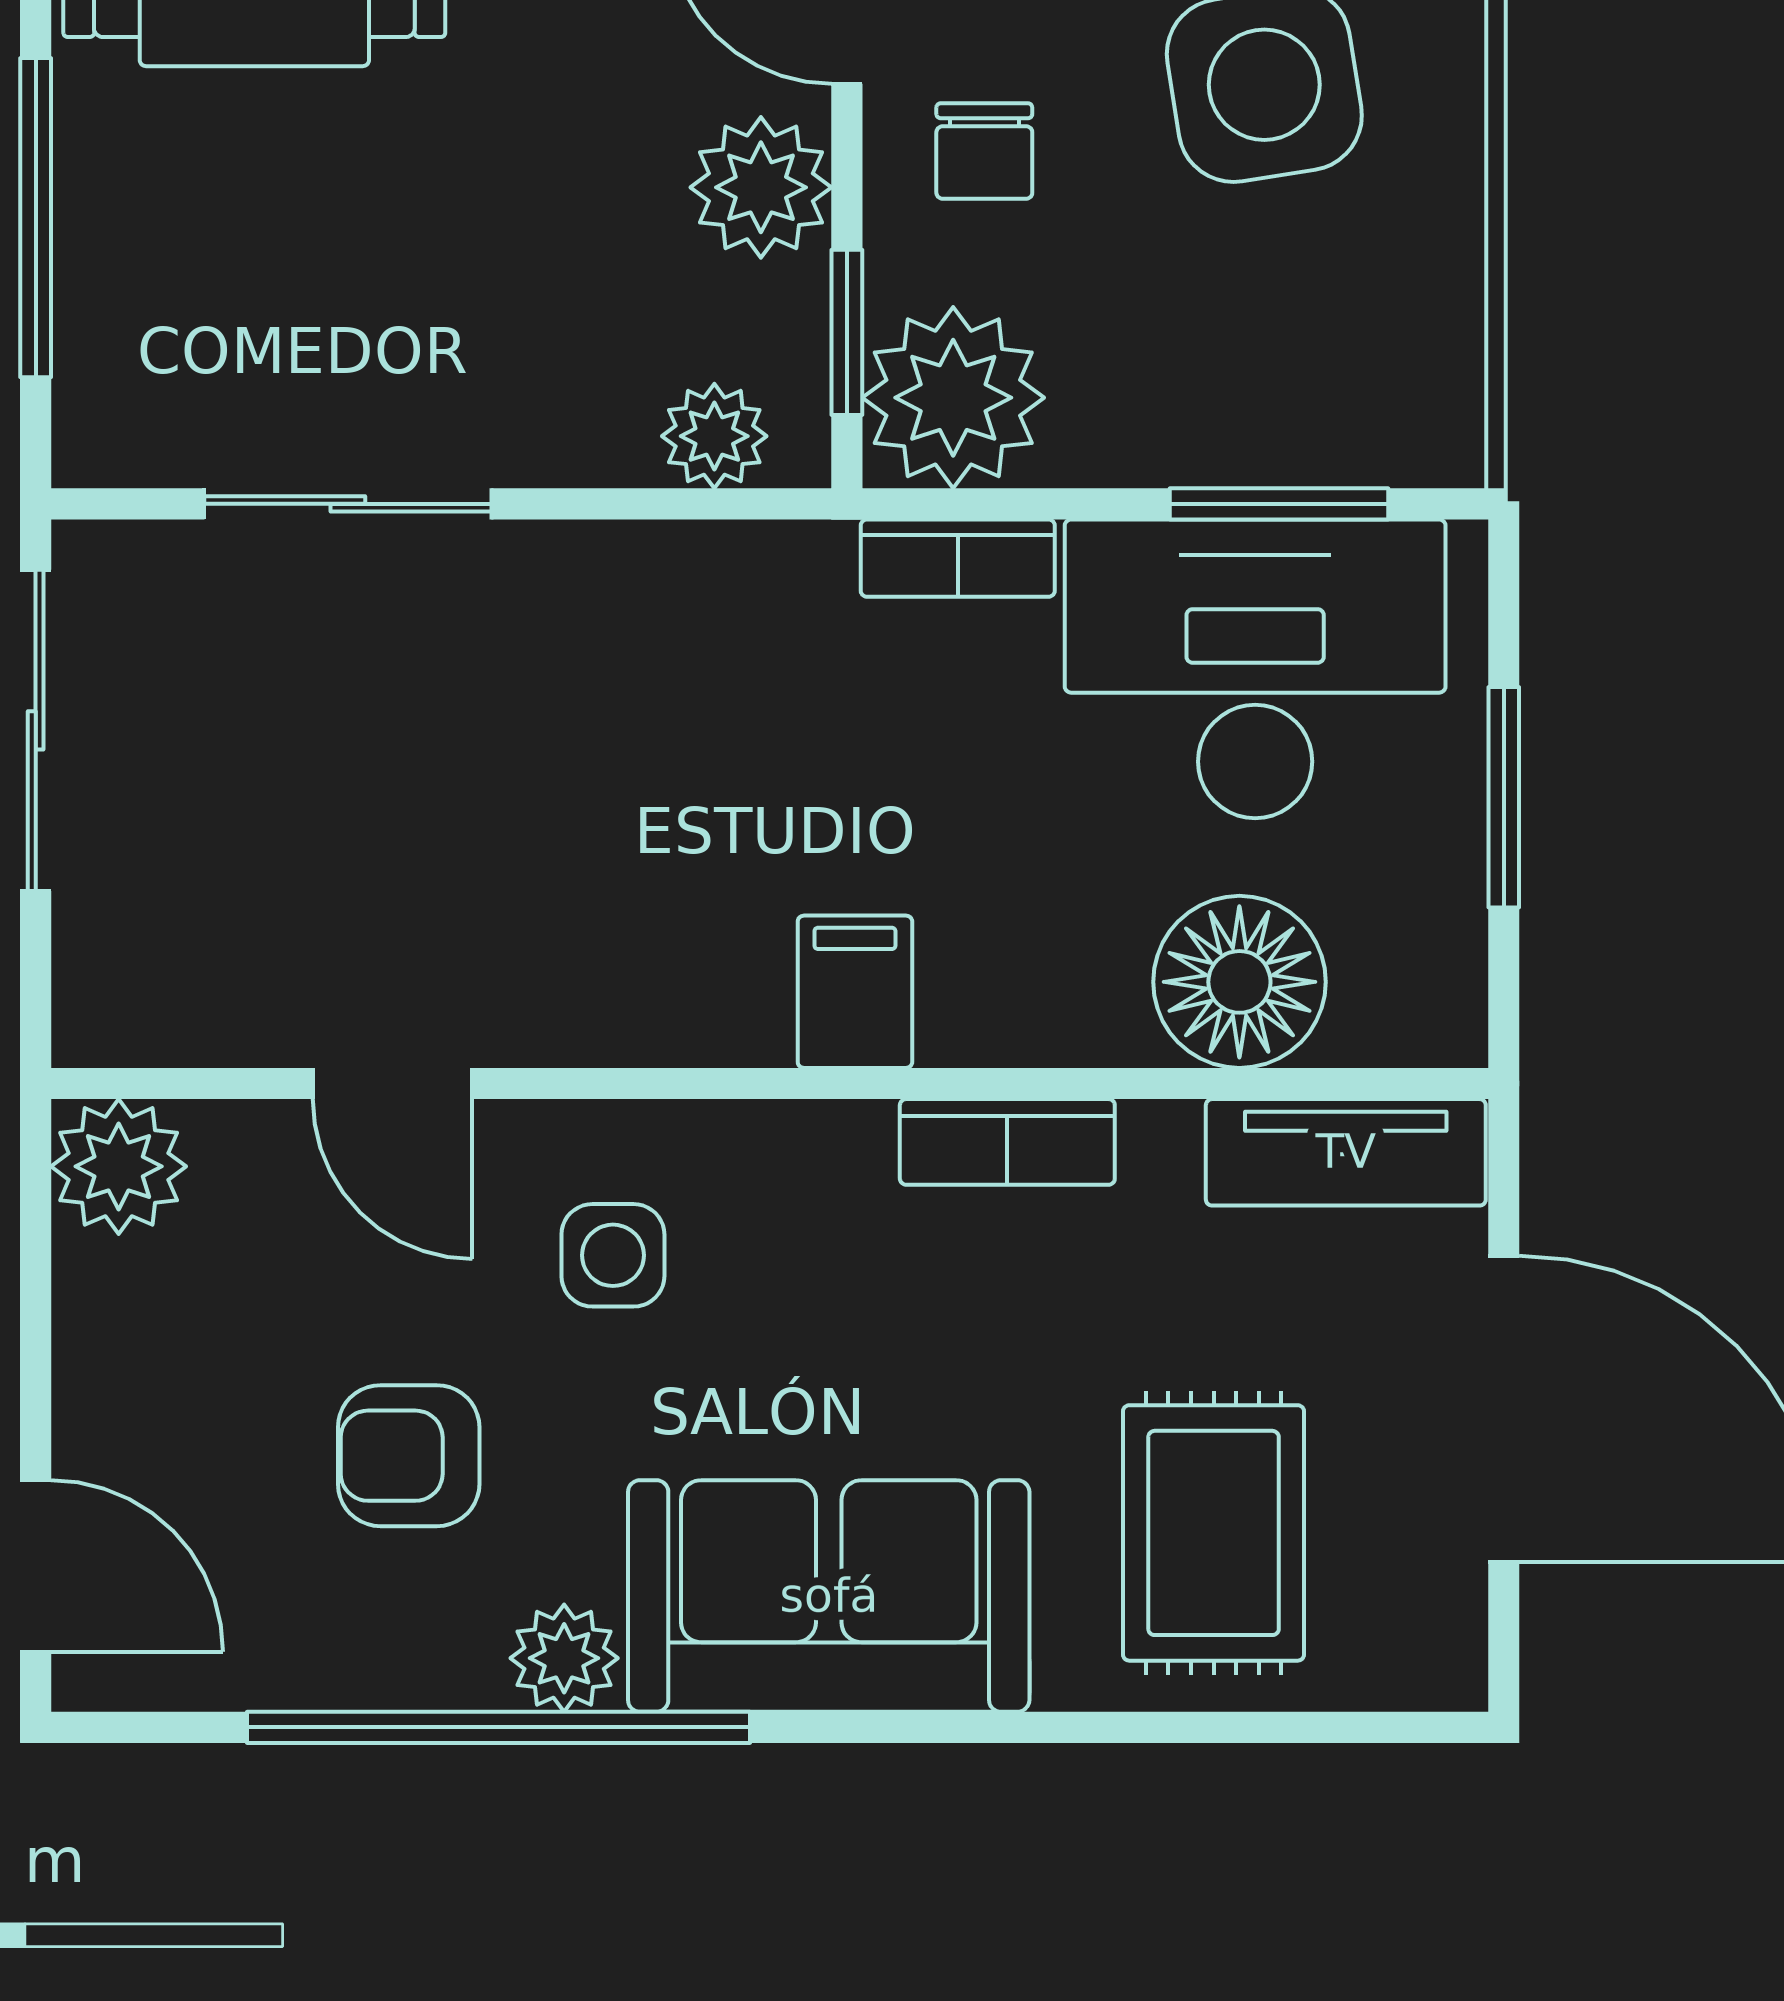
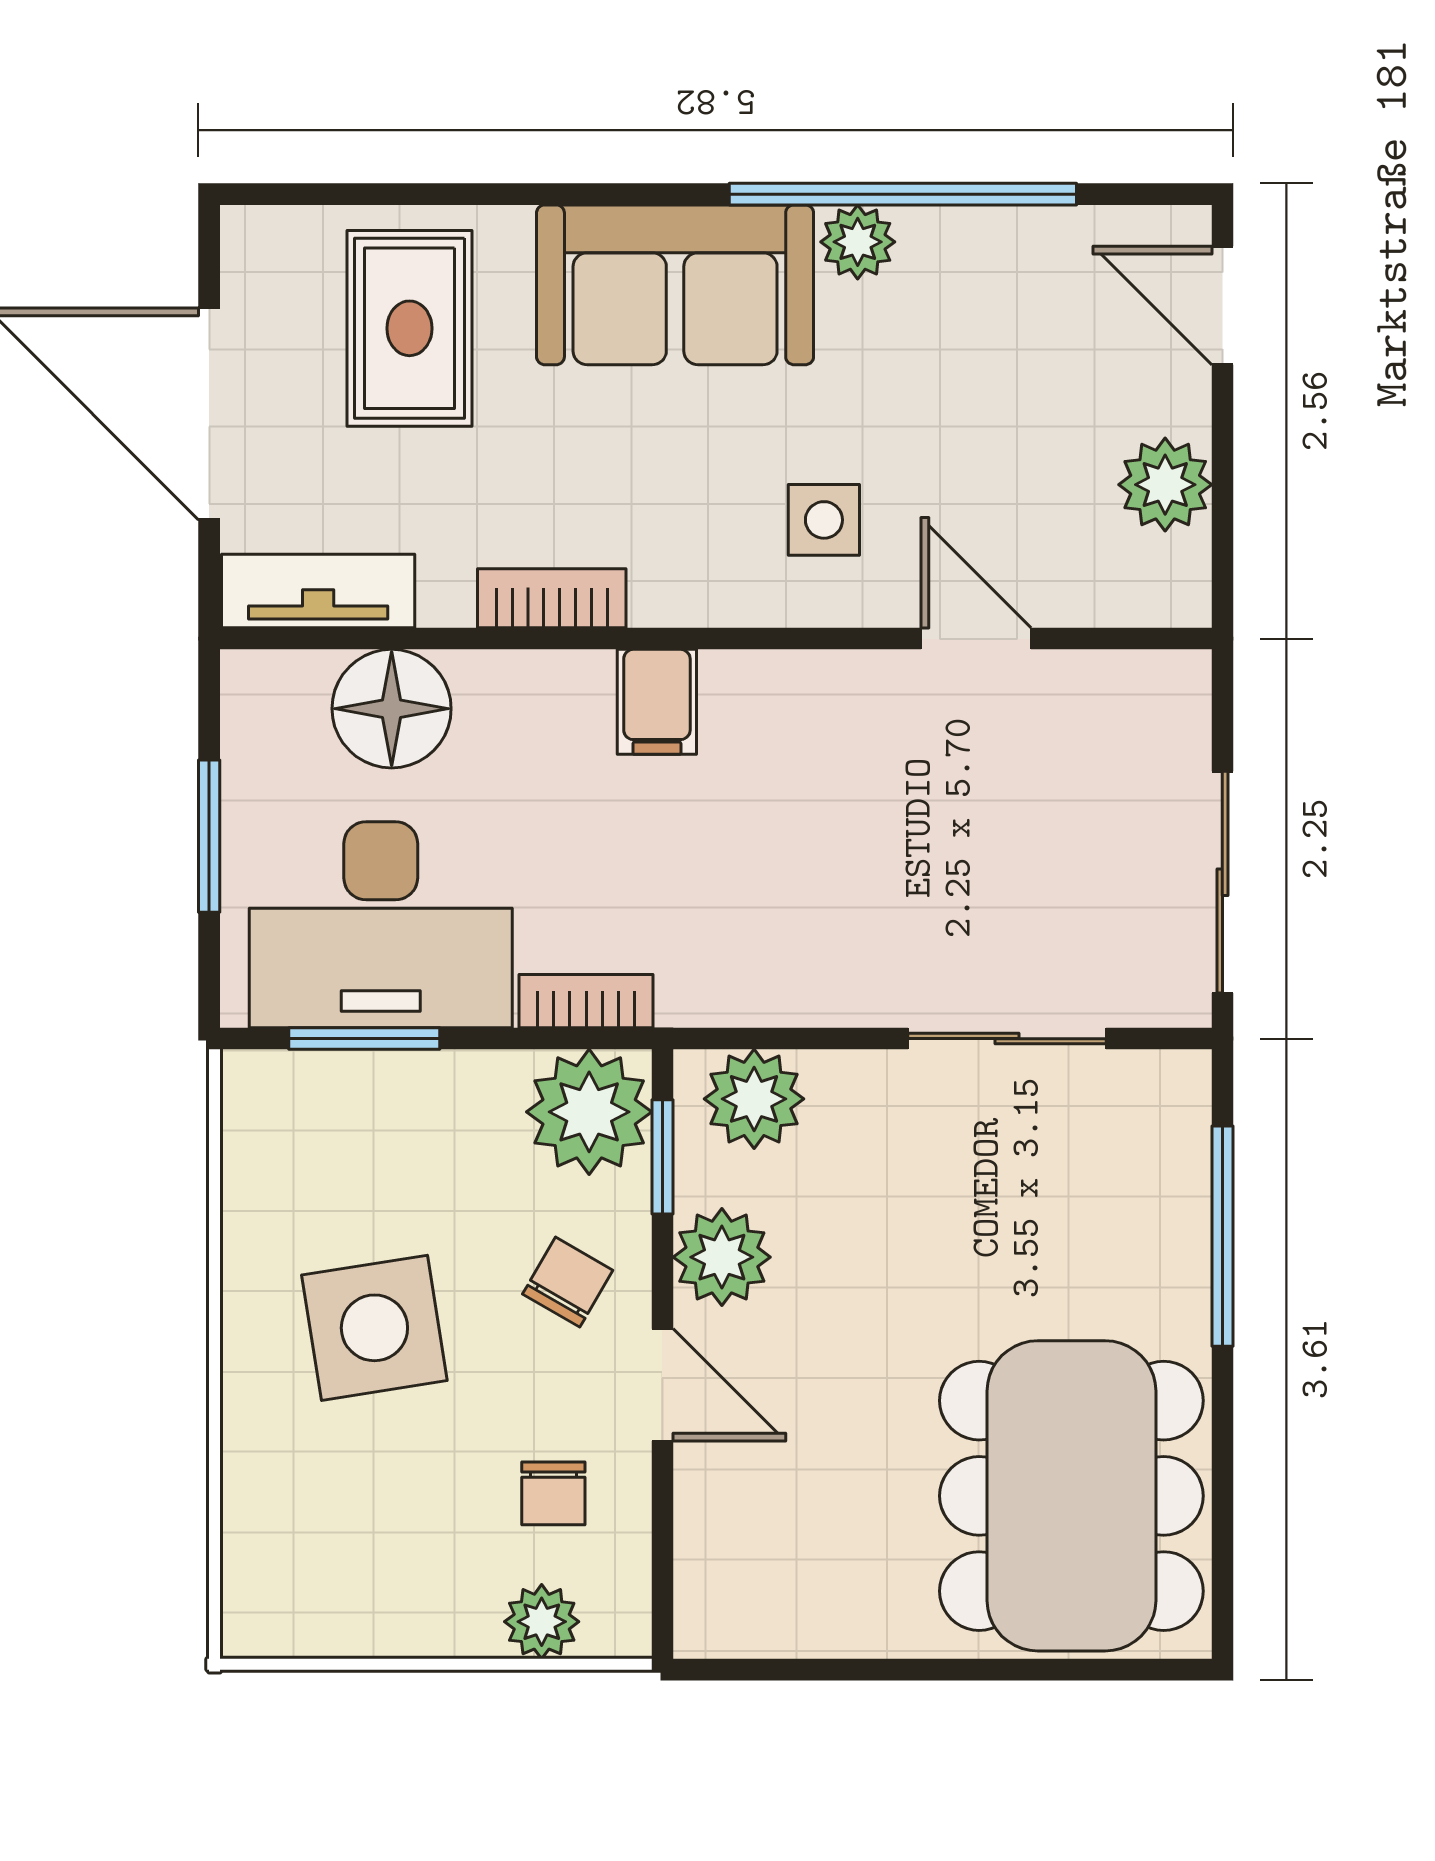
chair: (984, 151) -> (568, 1282), turned 30
plant: (714, 436) -> (754, 1099), width x1.38, depth x1.38
plant: (119, 1166) -> (1165, 485), moved
armchair: (409, 1456) -> (965, 382), removed

